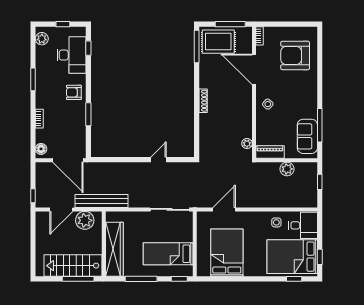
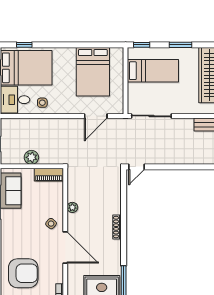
door: (254, 69) -> (65, 247), moved
plant: (247, 144) -> (72, 207), moved
door: (159, 160) -> (137, 167), moved
window: (141, 279) -> (180, 45), width x0.69

